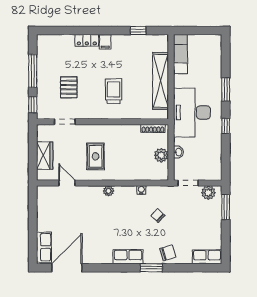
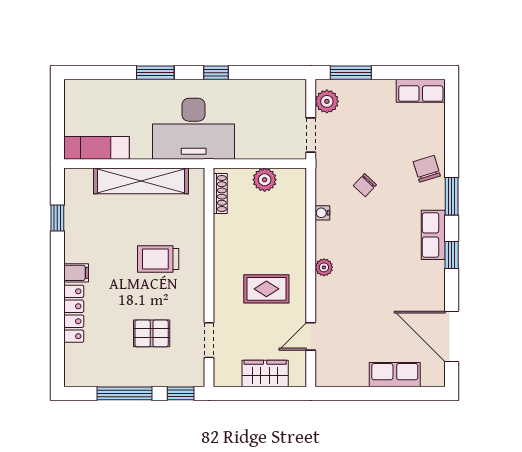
locker: (87, 40) -> (74, 314), width x1.53
washbasin: (178, 152) -> (259, 151), removed
row of seats: (44, 247) -> (395, 375), moved
row of seats: (207, 257) -> (421, 91), moved, turned -90
window: (116, 268) -> (452, 255), added

